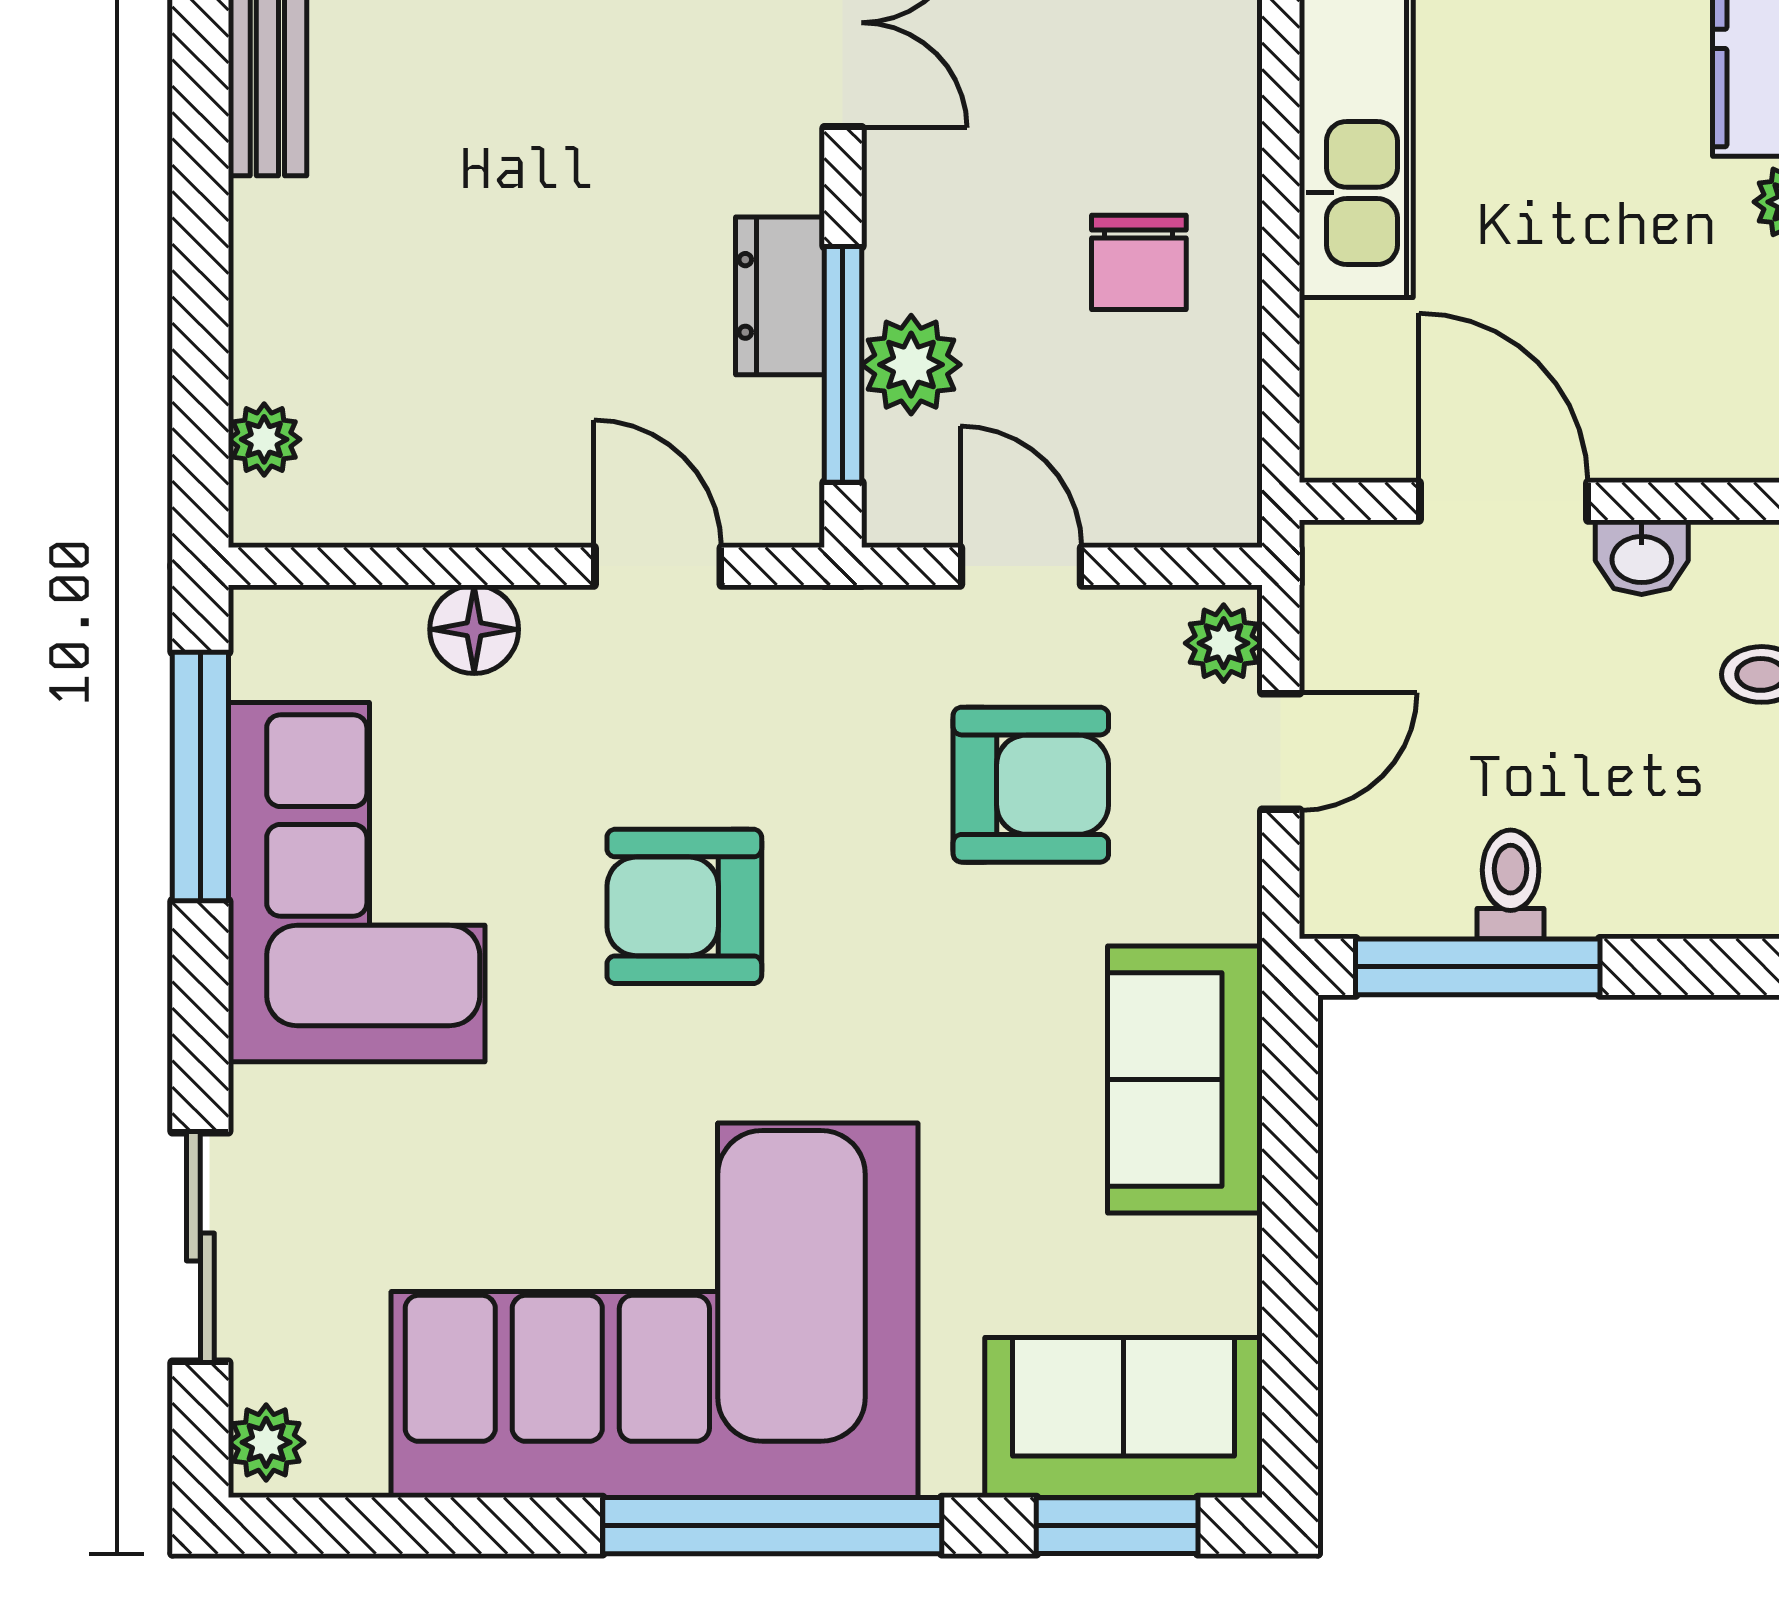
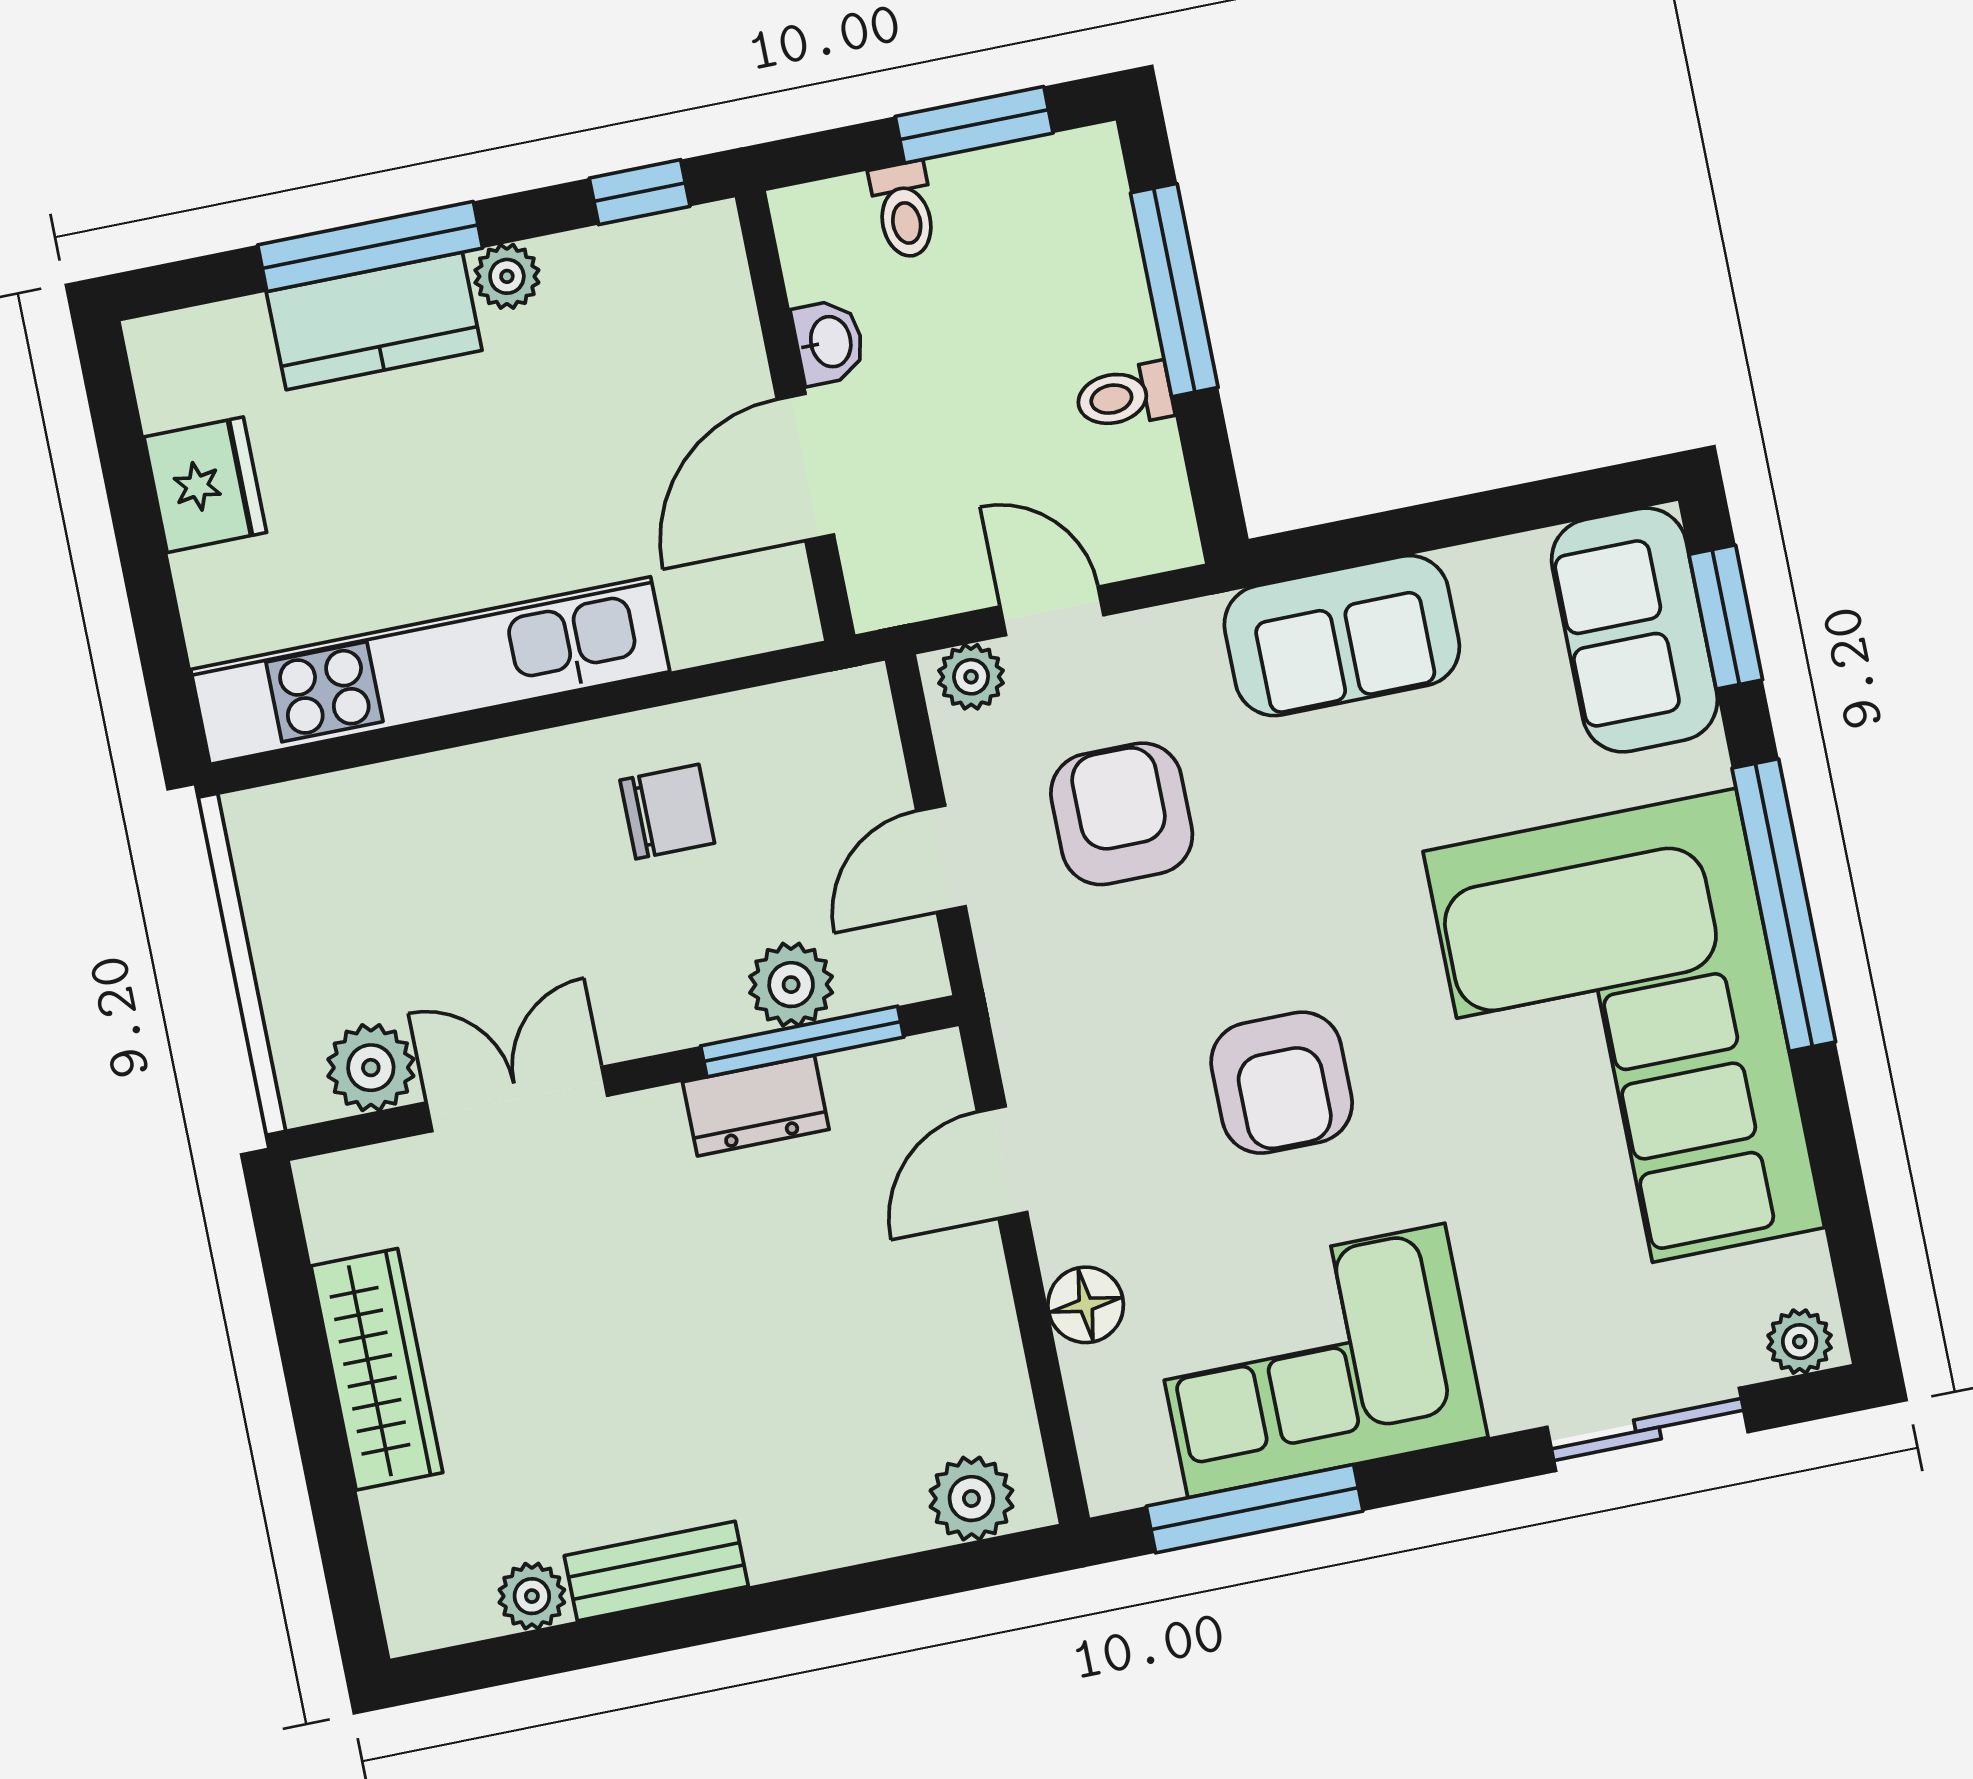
plant: (264, 439) -> (971, 1499), width x1.38, depth x1.38
window: (1478, 967) -> (1174, 290), moved

